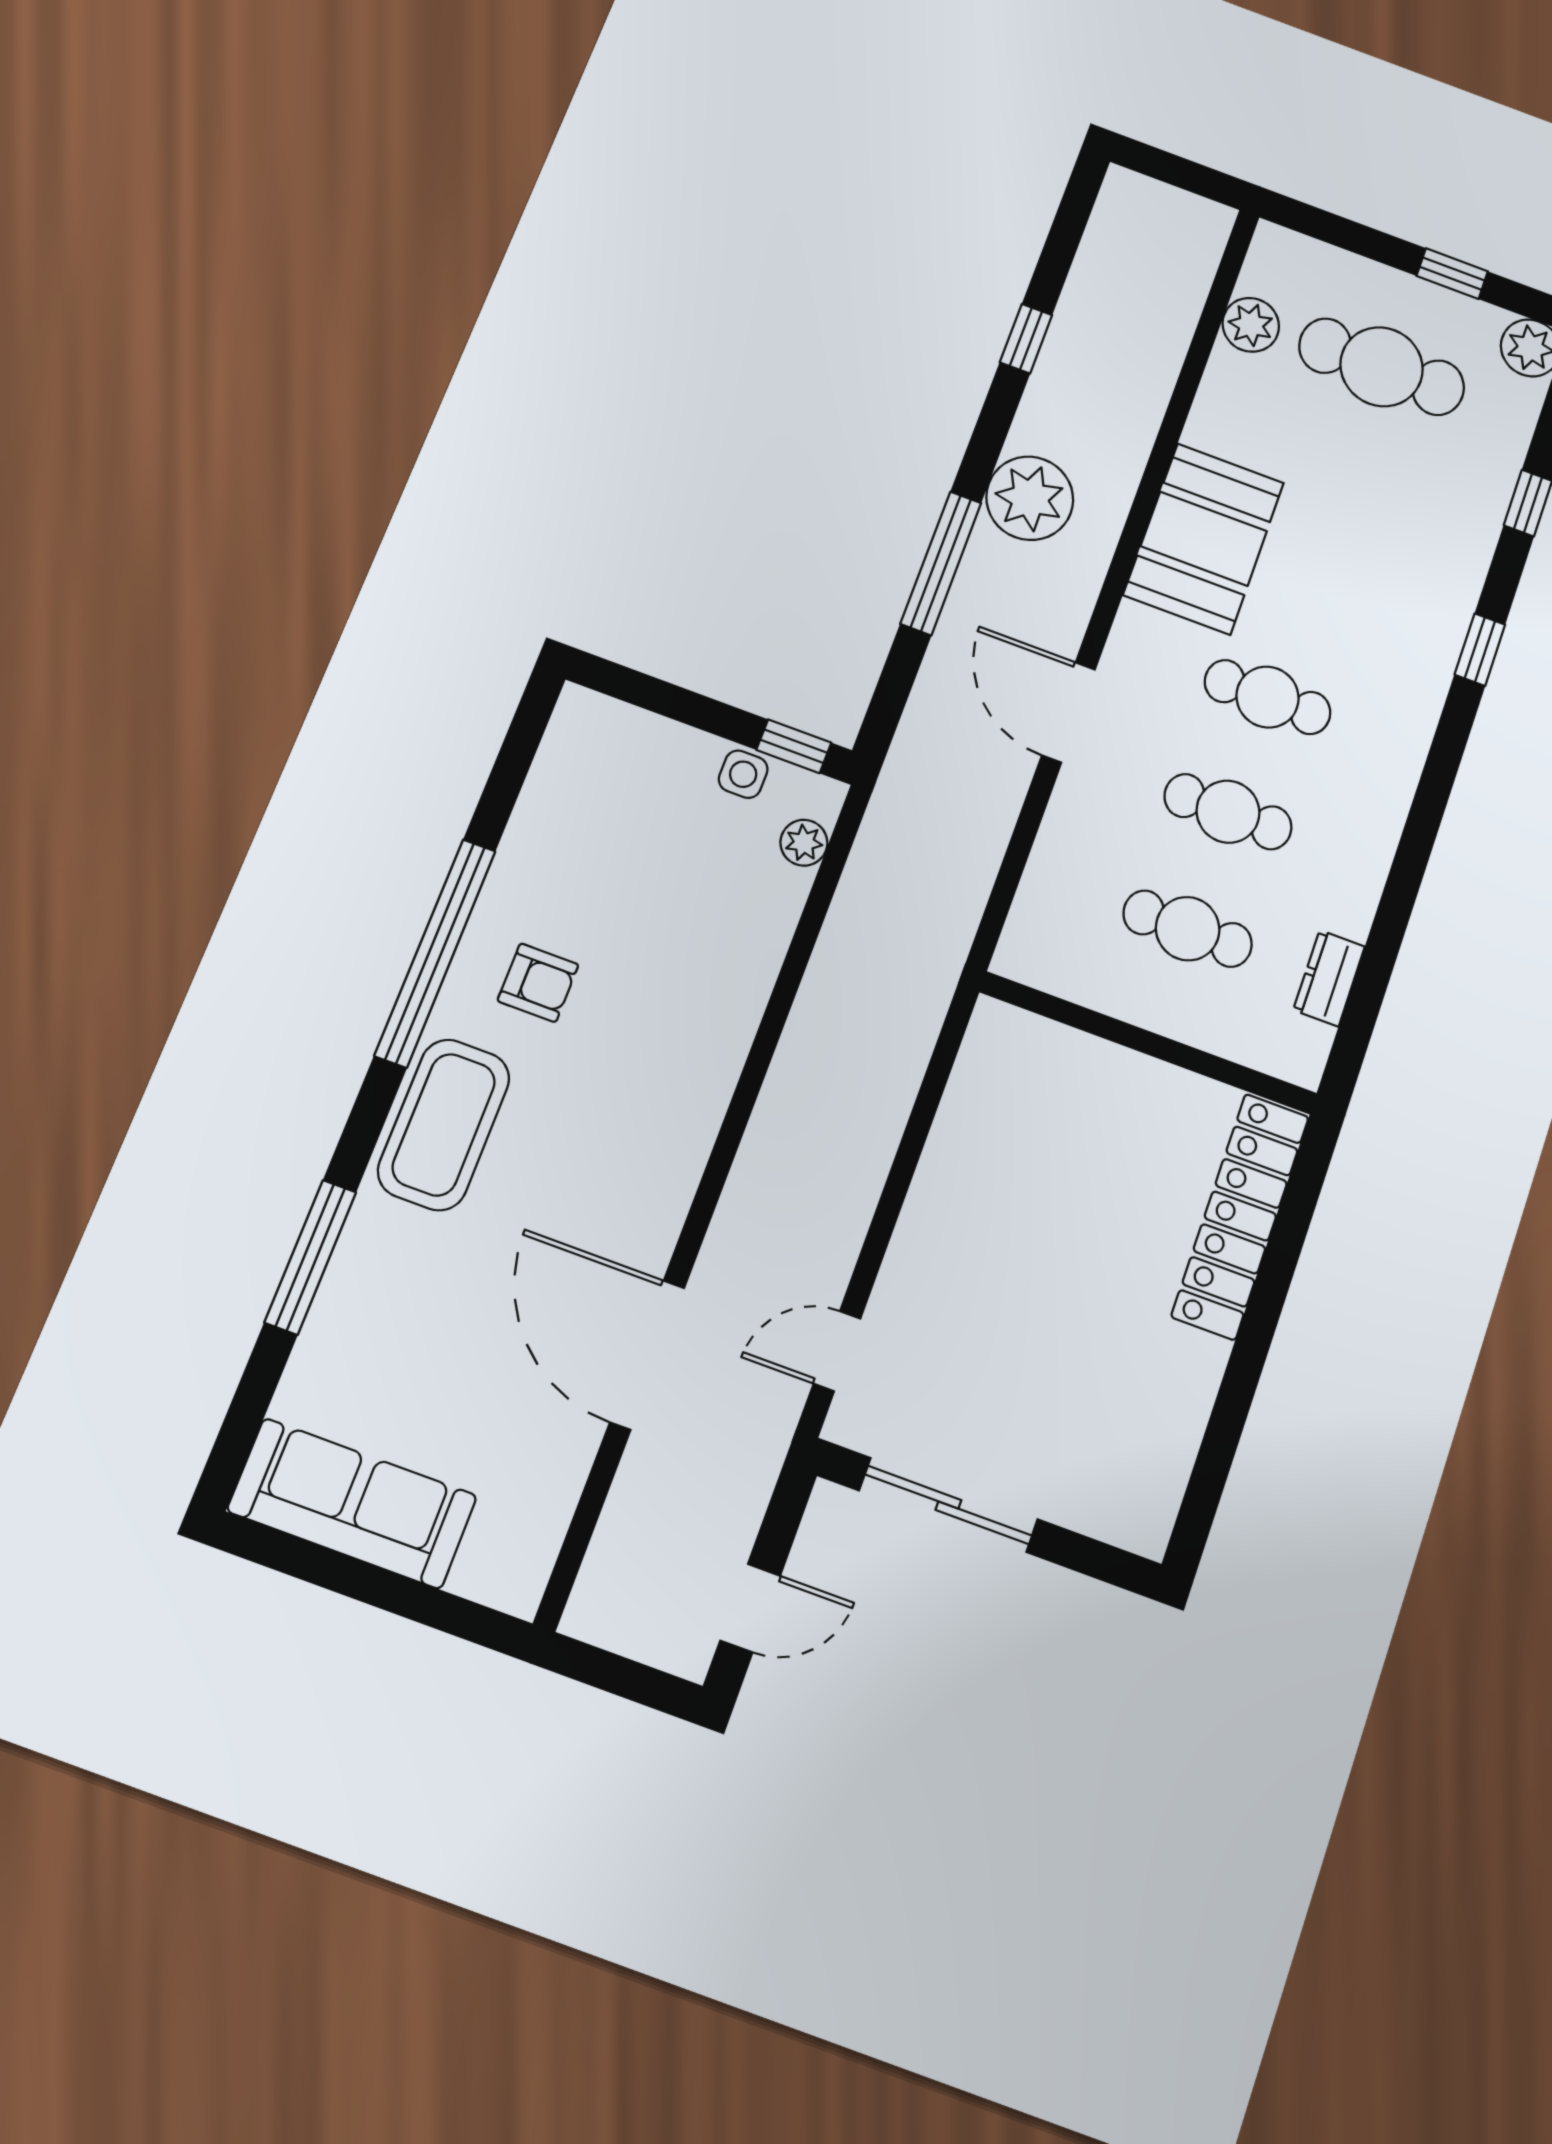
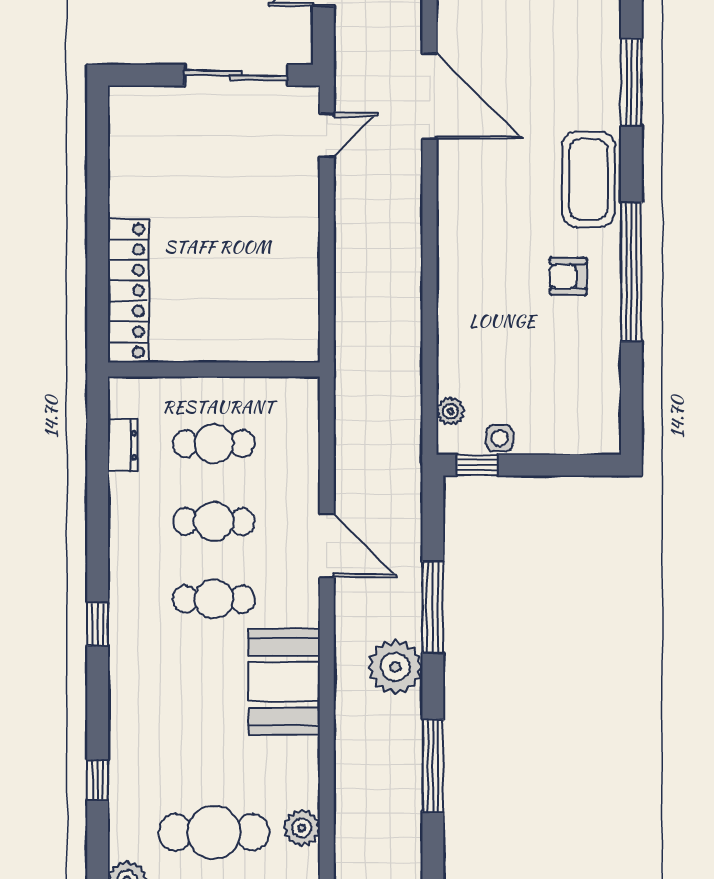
window: (1026, 339) -> (433, 766), width x2.17
window: (1480, 650) -> (98, 624), moved

